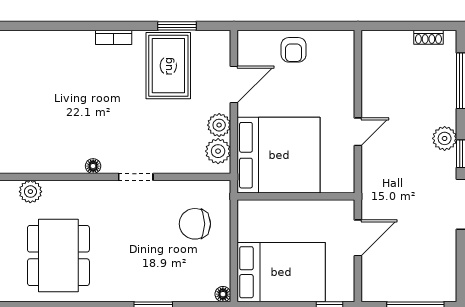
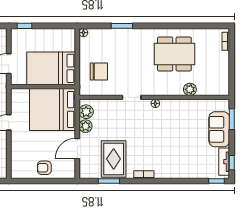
armchair: (294, 50) -> (44, 168), turned -90
dining table: (58, 255) -> (174, 54), turned 90
bed: (281, 272) -> (51, 68), moved

